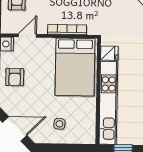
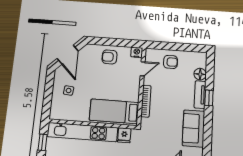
door: (27, 36) -> (143, 69), hinge flipped
bed: (75, 67) -> (114, 111), width x0.67

